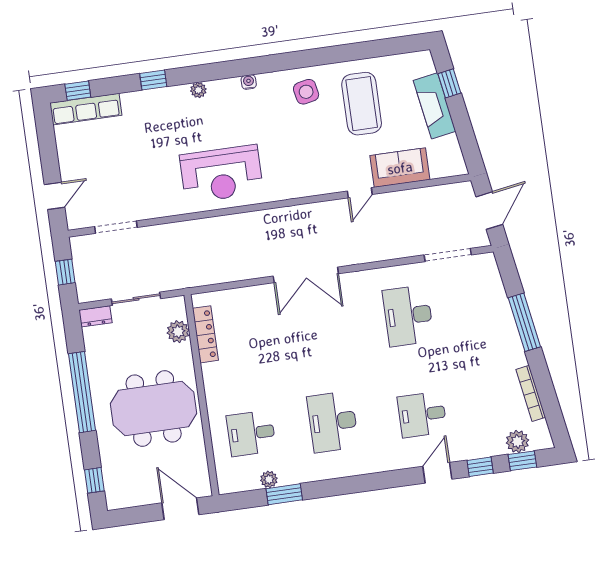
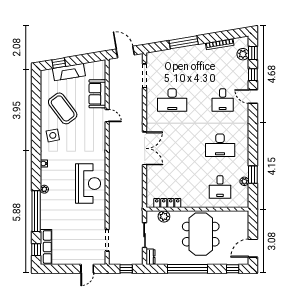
window: (153, 80) -> (36, 211), width x3.17
coffee table: (362, 104) -> (63, 108), turned 53
door: (55, 196) -> (87, 269), swing flipped
door: (180, 509) -> (253, 248), moved

